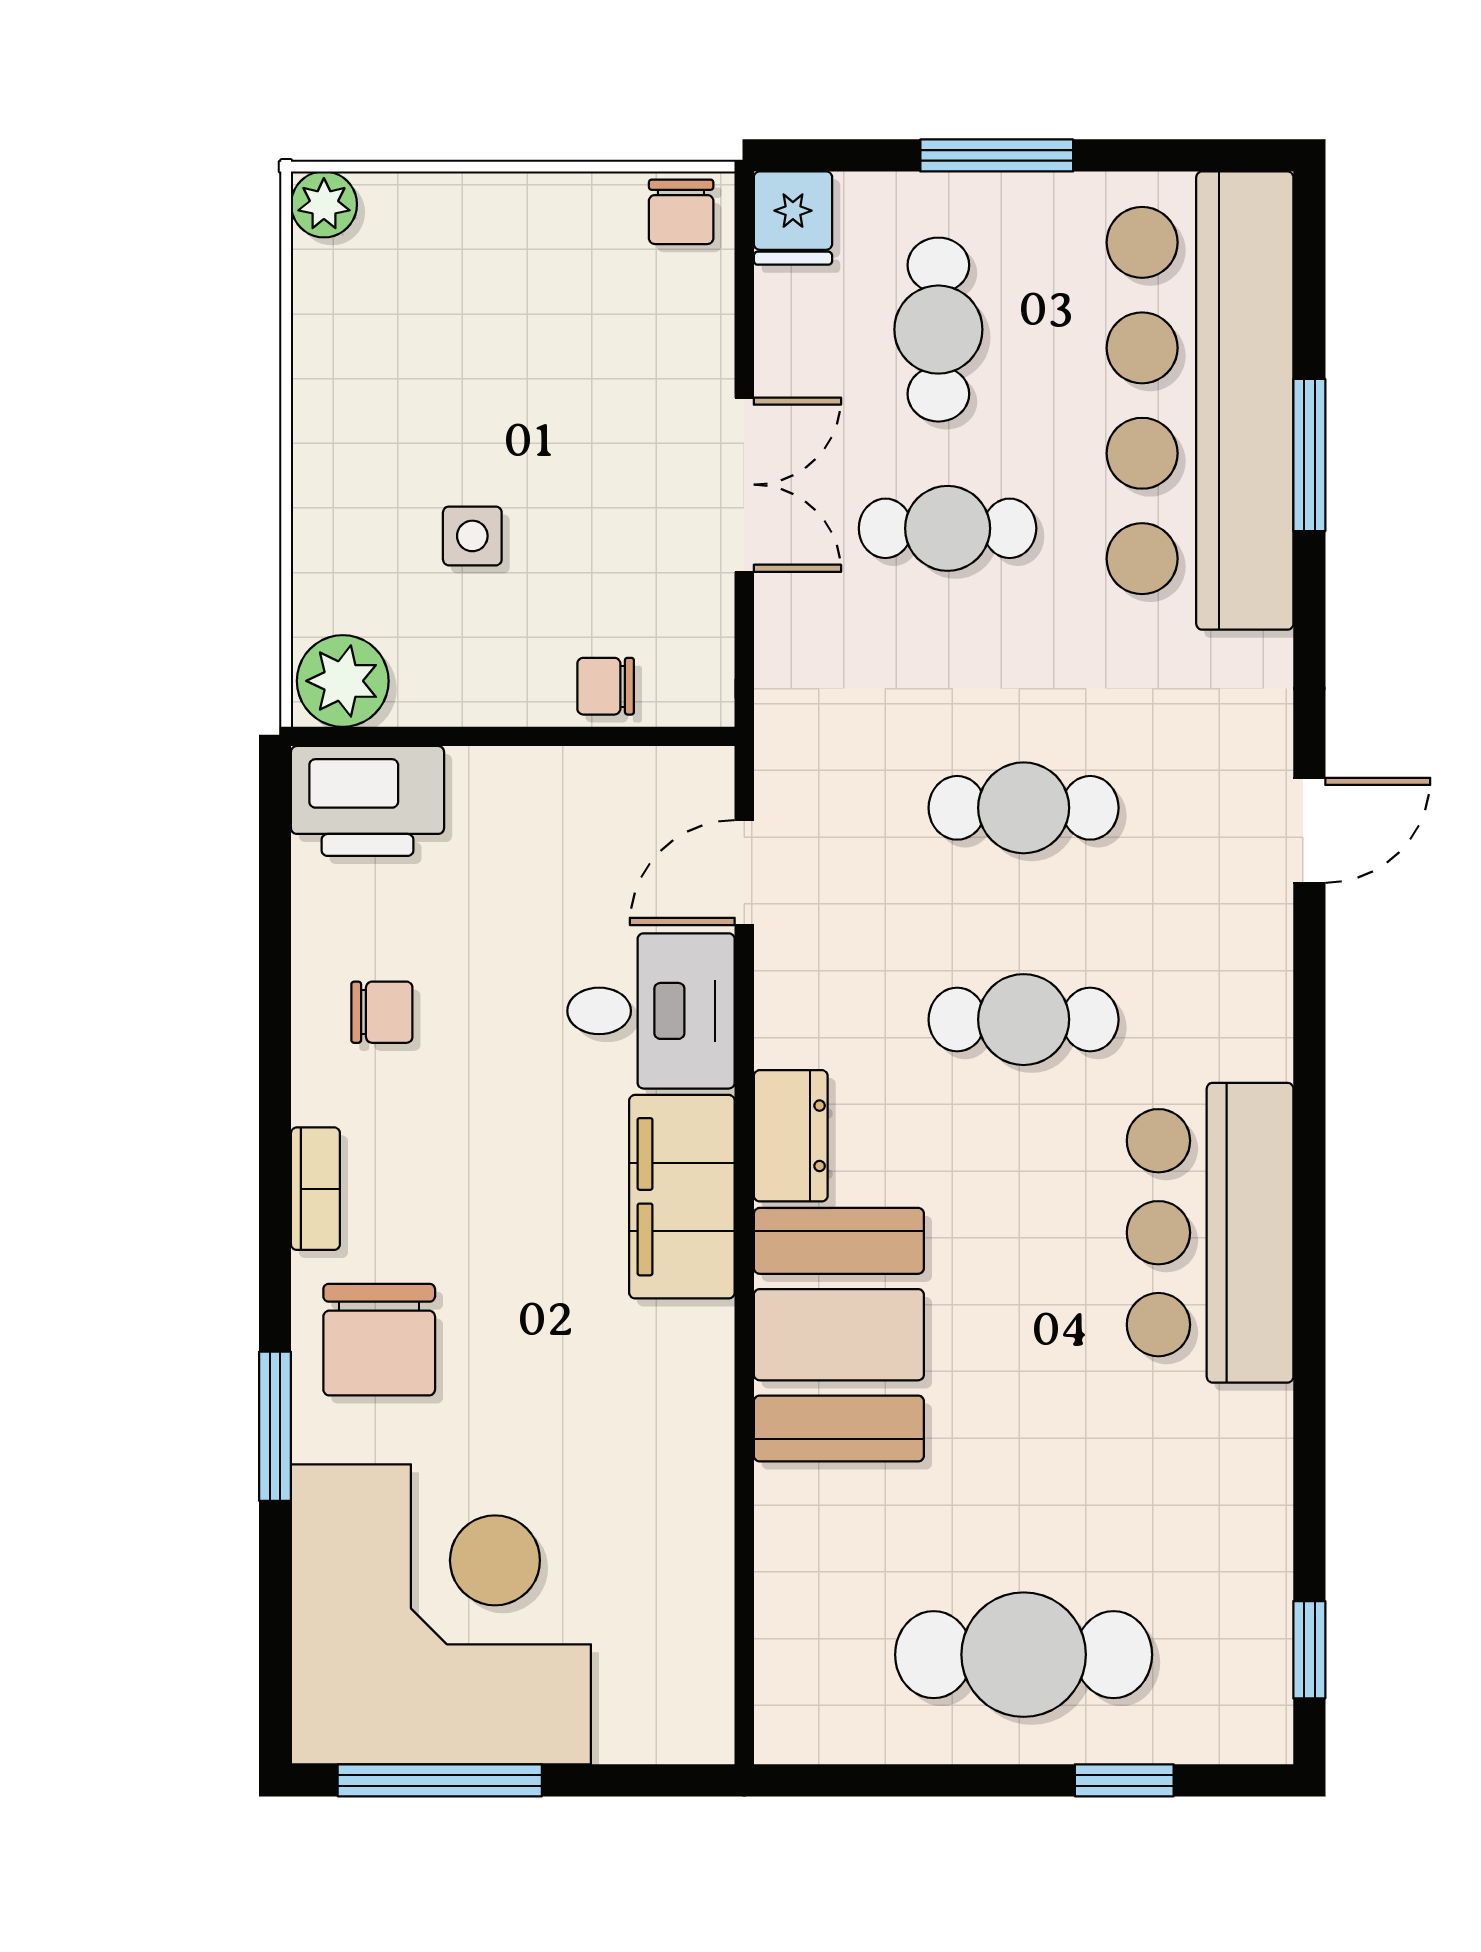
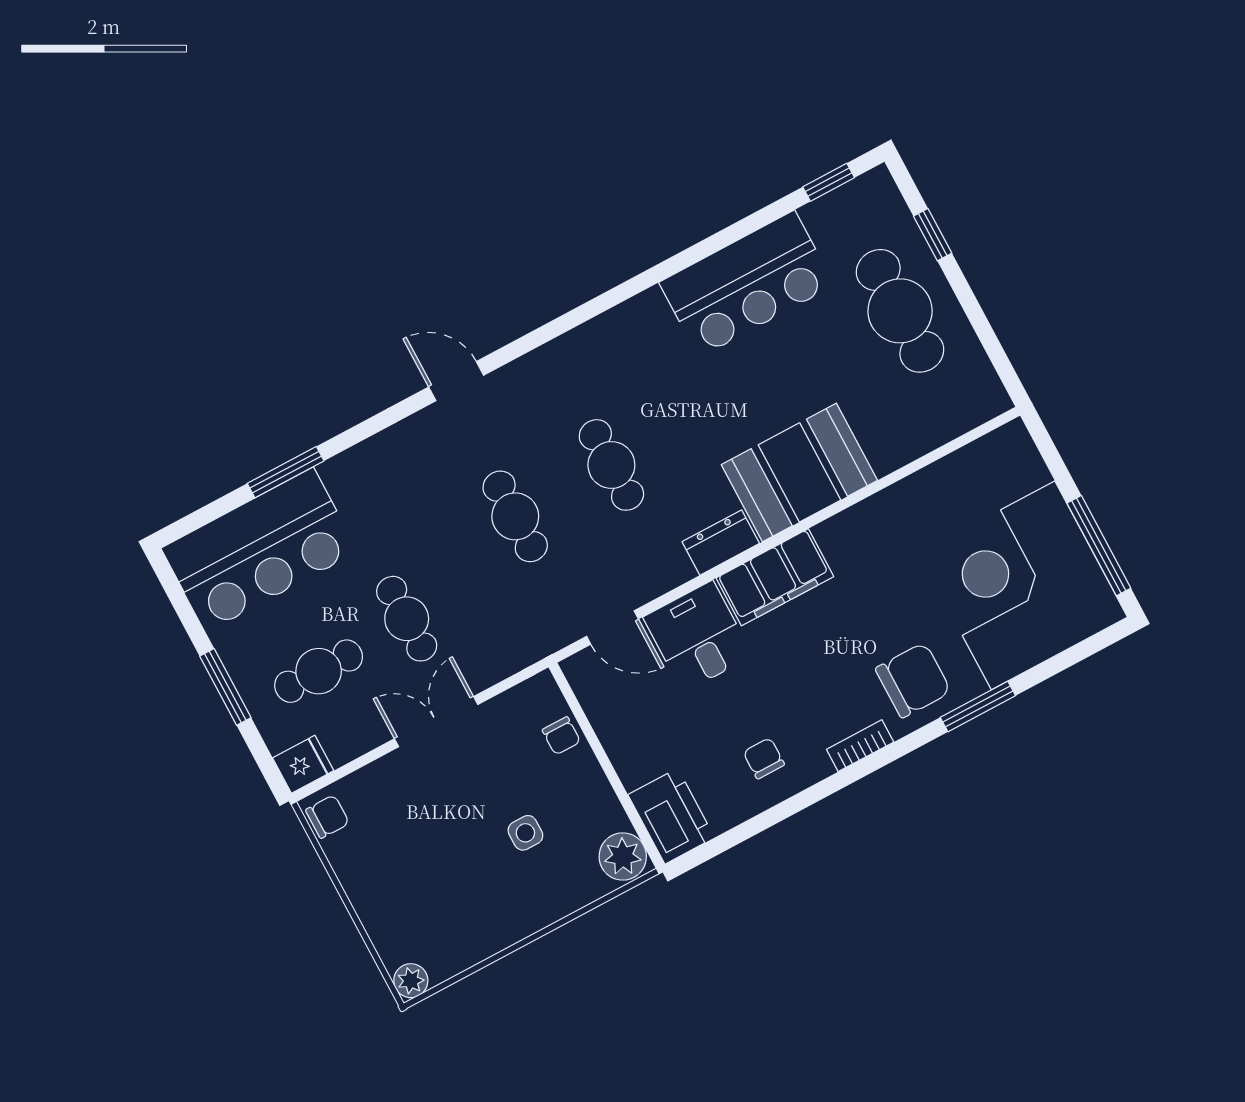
bar counter: (1200, 401) -> (260, 550), width x0.73
bar counter: (1210, 1233) -> (747, 284), moved

